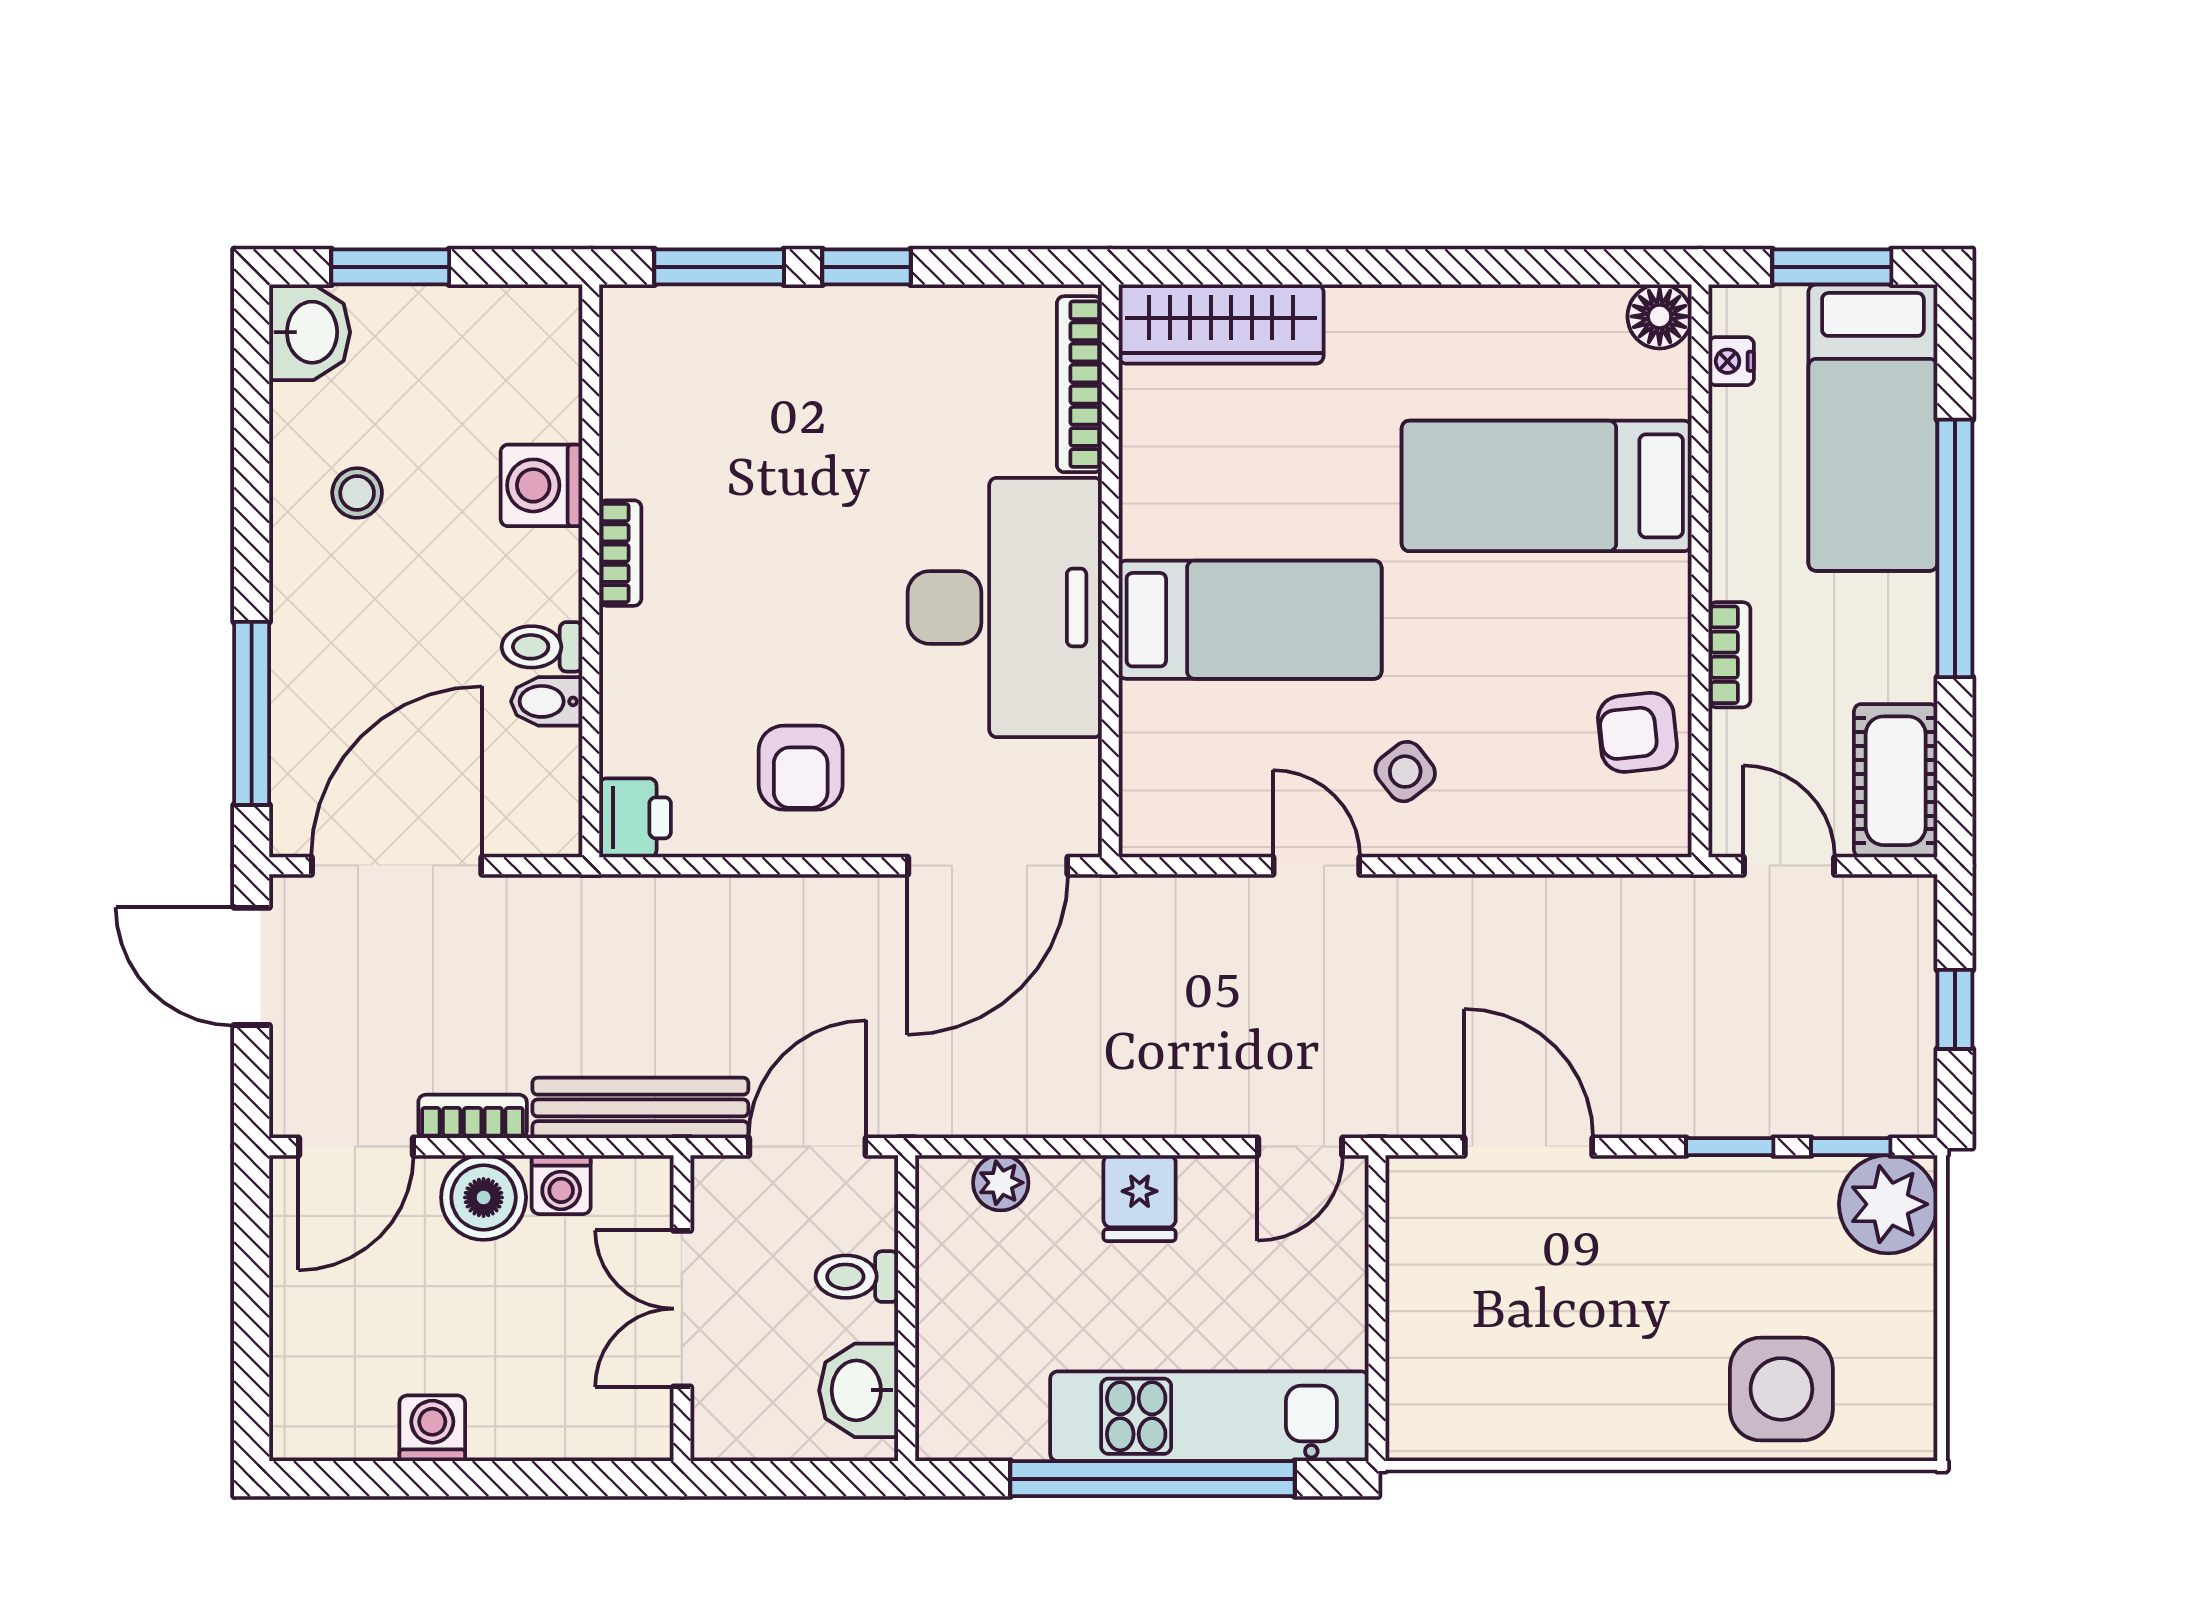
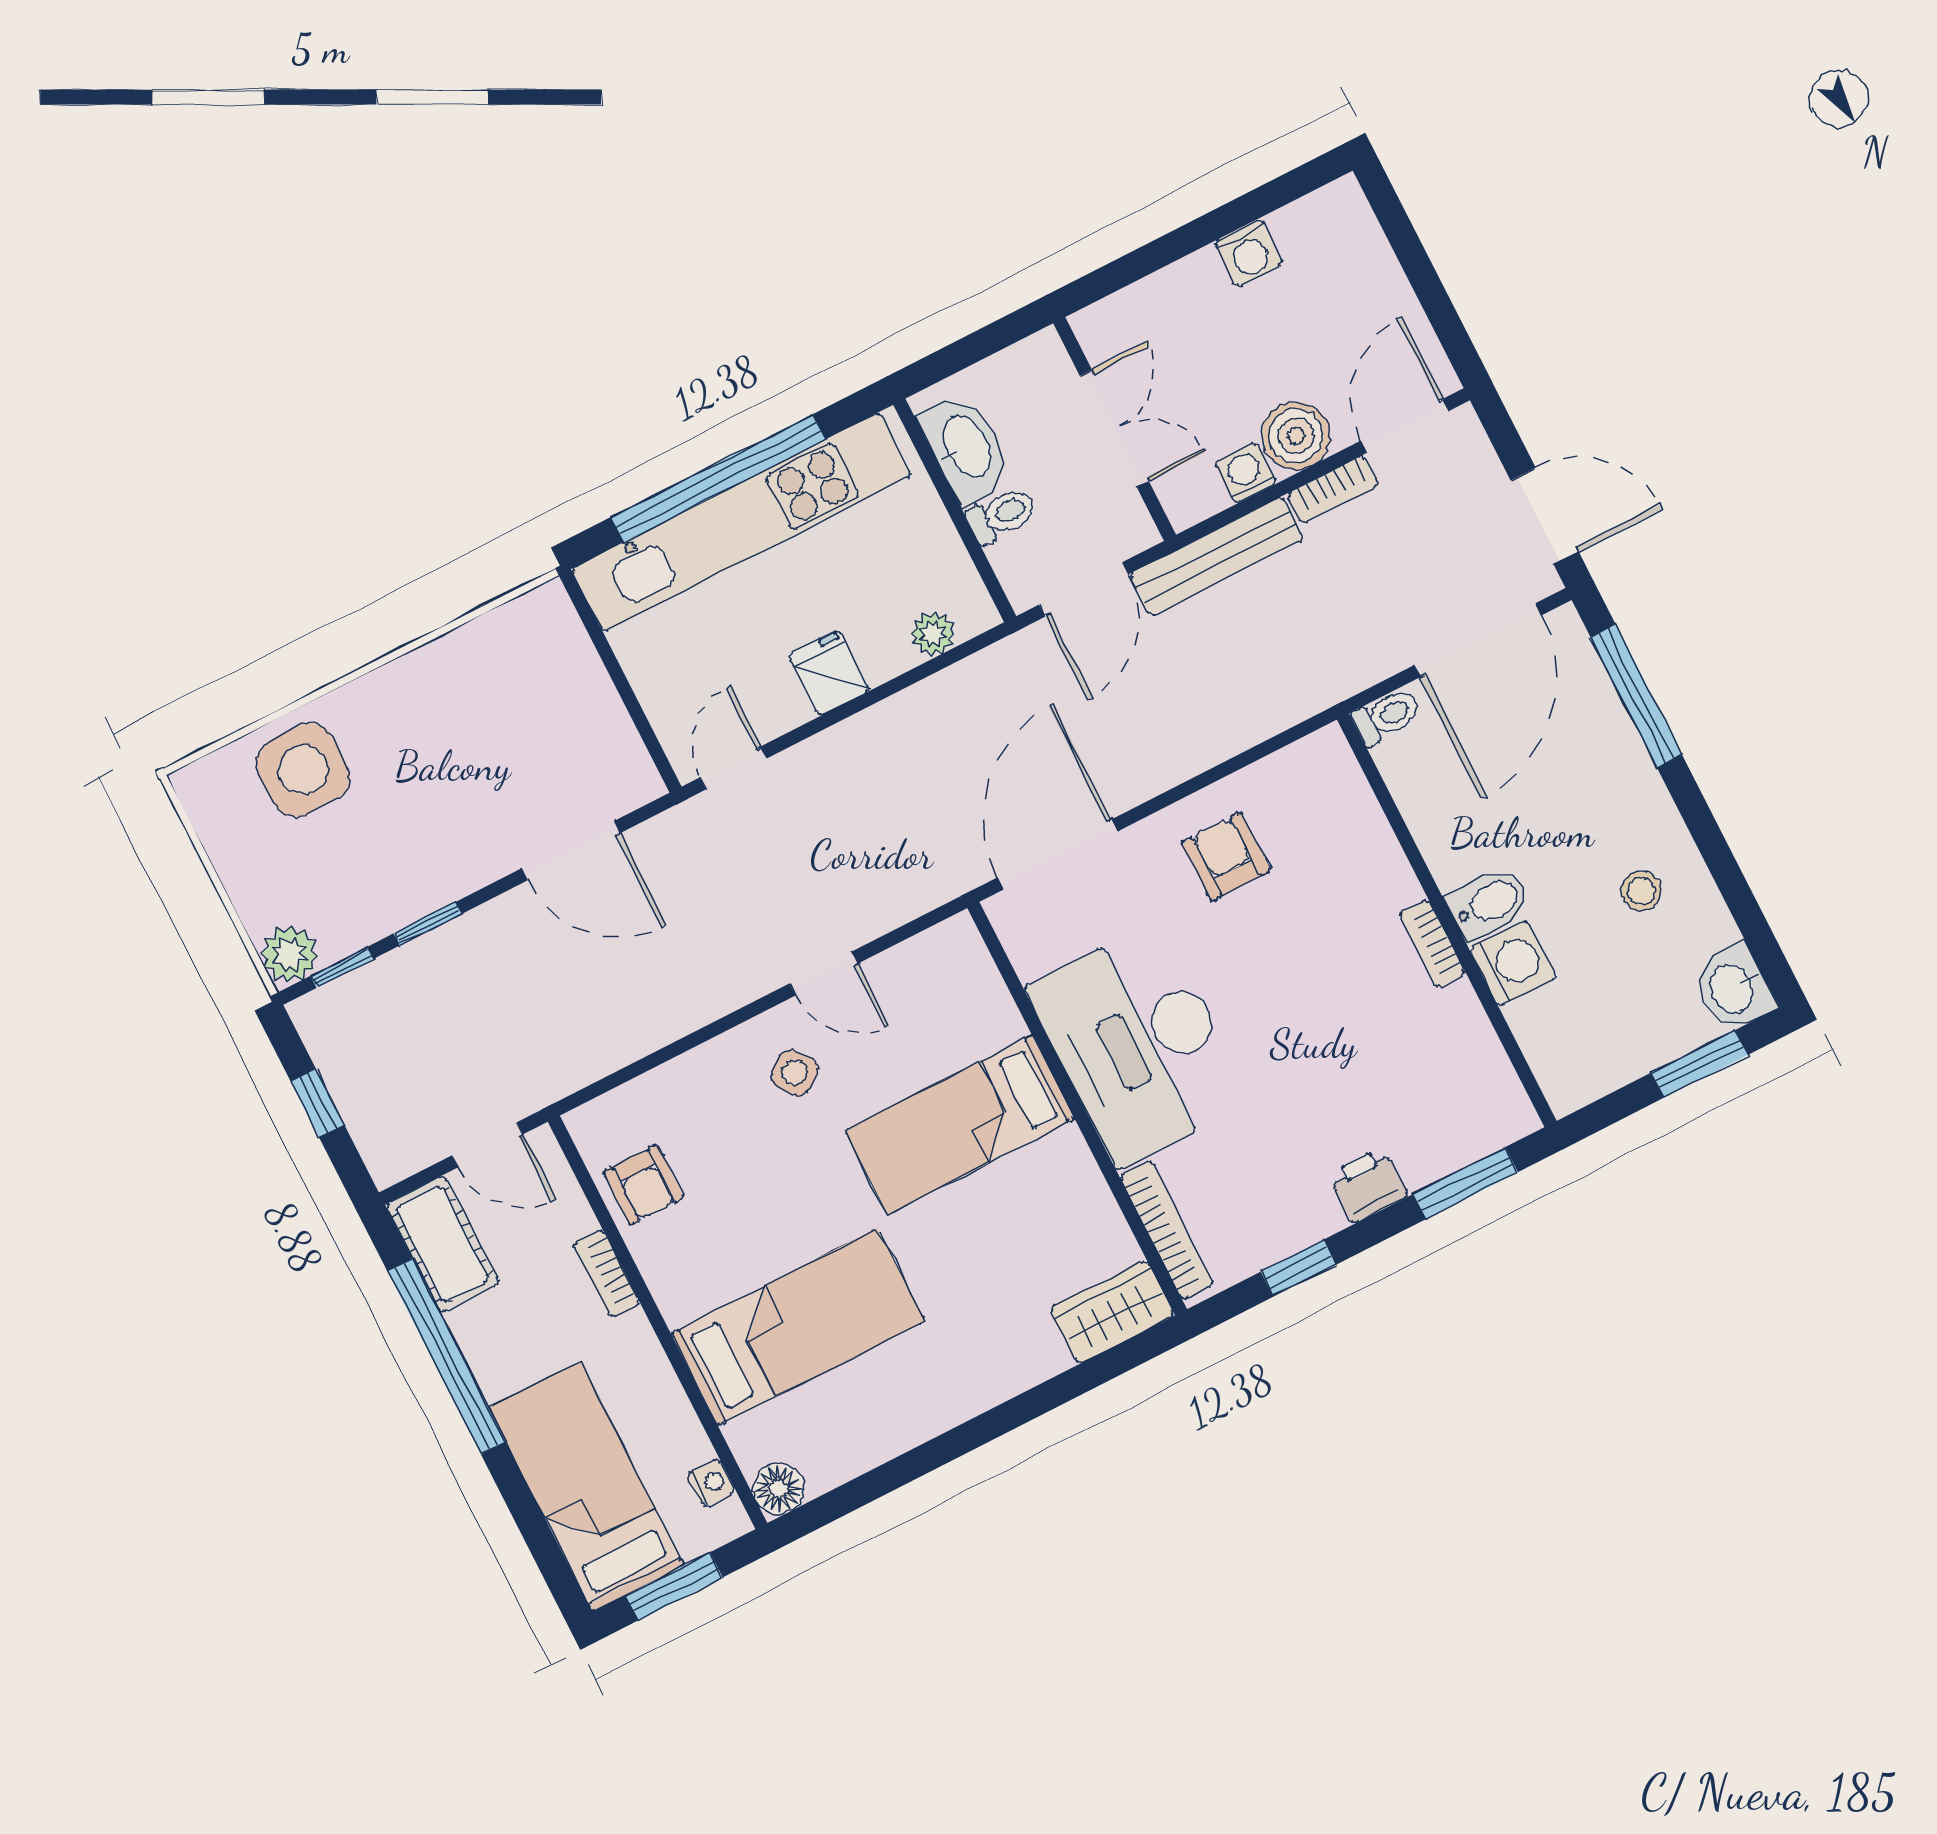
window: (867, 267) -> (1298, 1268), moved
wardrobe: (1221, 324) -> (1112, 1312), width x0.67
window: (1955, 548) -> (447, 1356), moved
toilet: (542, 647) -> (1387, 716), moved
bidet: (547, 701) -> (1489, 904), moved, width x1.38, depth x1.36
armchair: (1637, 732) -> (644, 1185), turned 96
printer: (635, 818) -> (1368, 1185), moved, turned 90
plant: (1888, 1204) -> (290, 954), width x0.73, depth x0.73
washbasin: (859, 1390) -> (966, 447), width x1.38
kitchen unit: (1209, 1416) -> (741, 522), width x1.36

